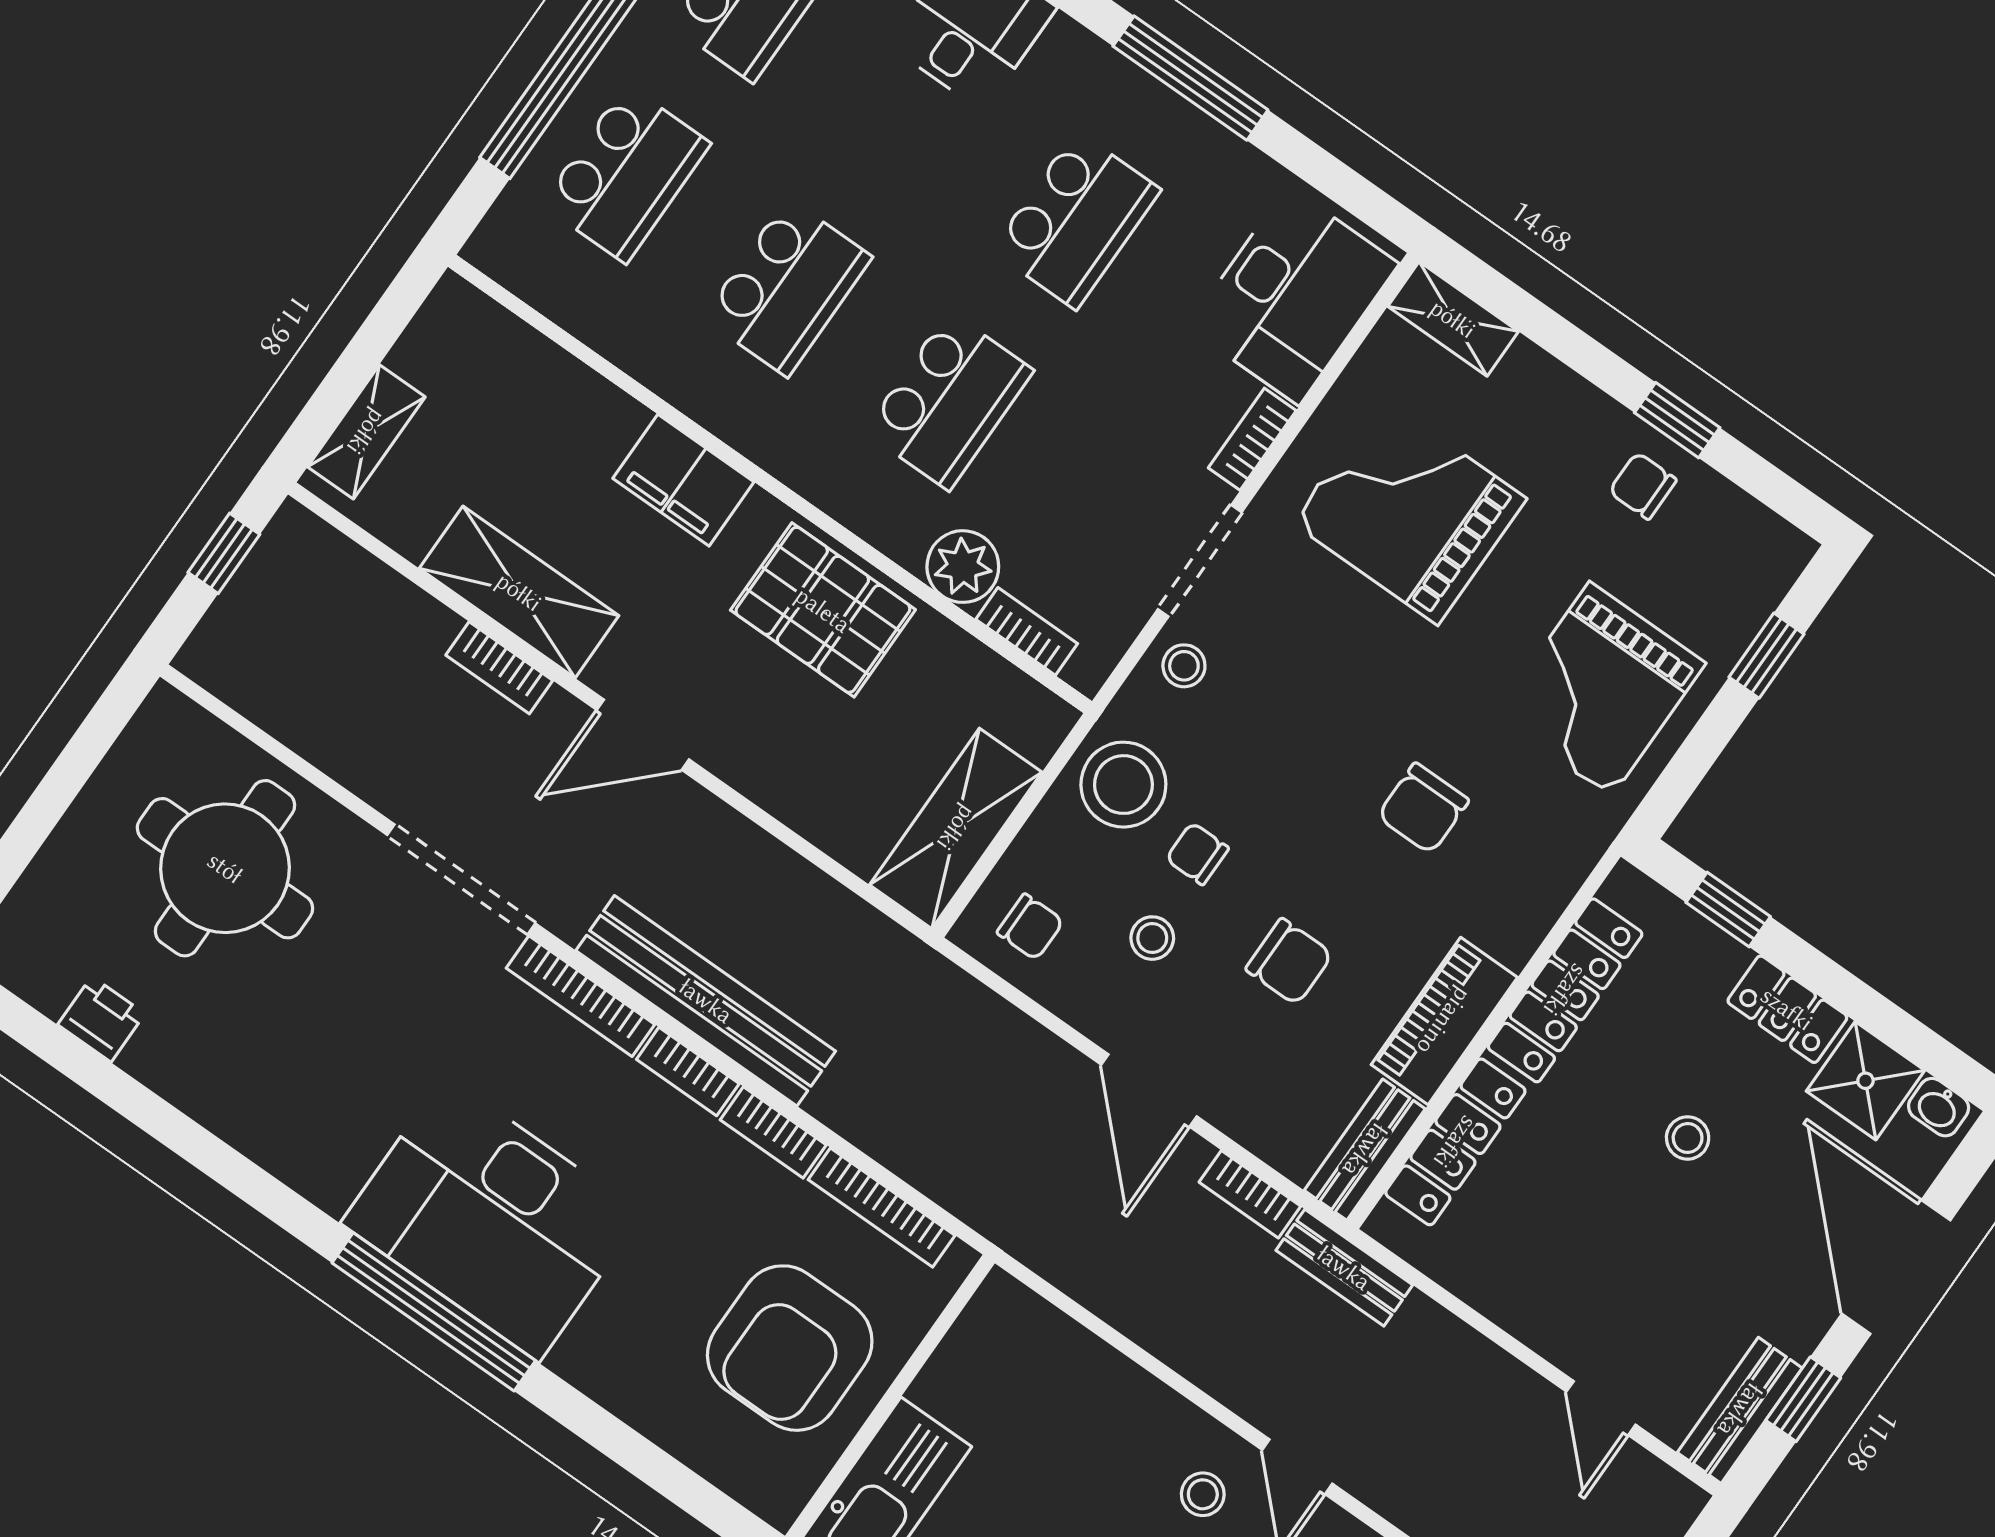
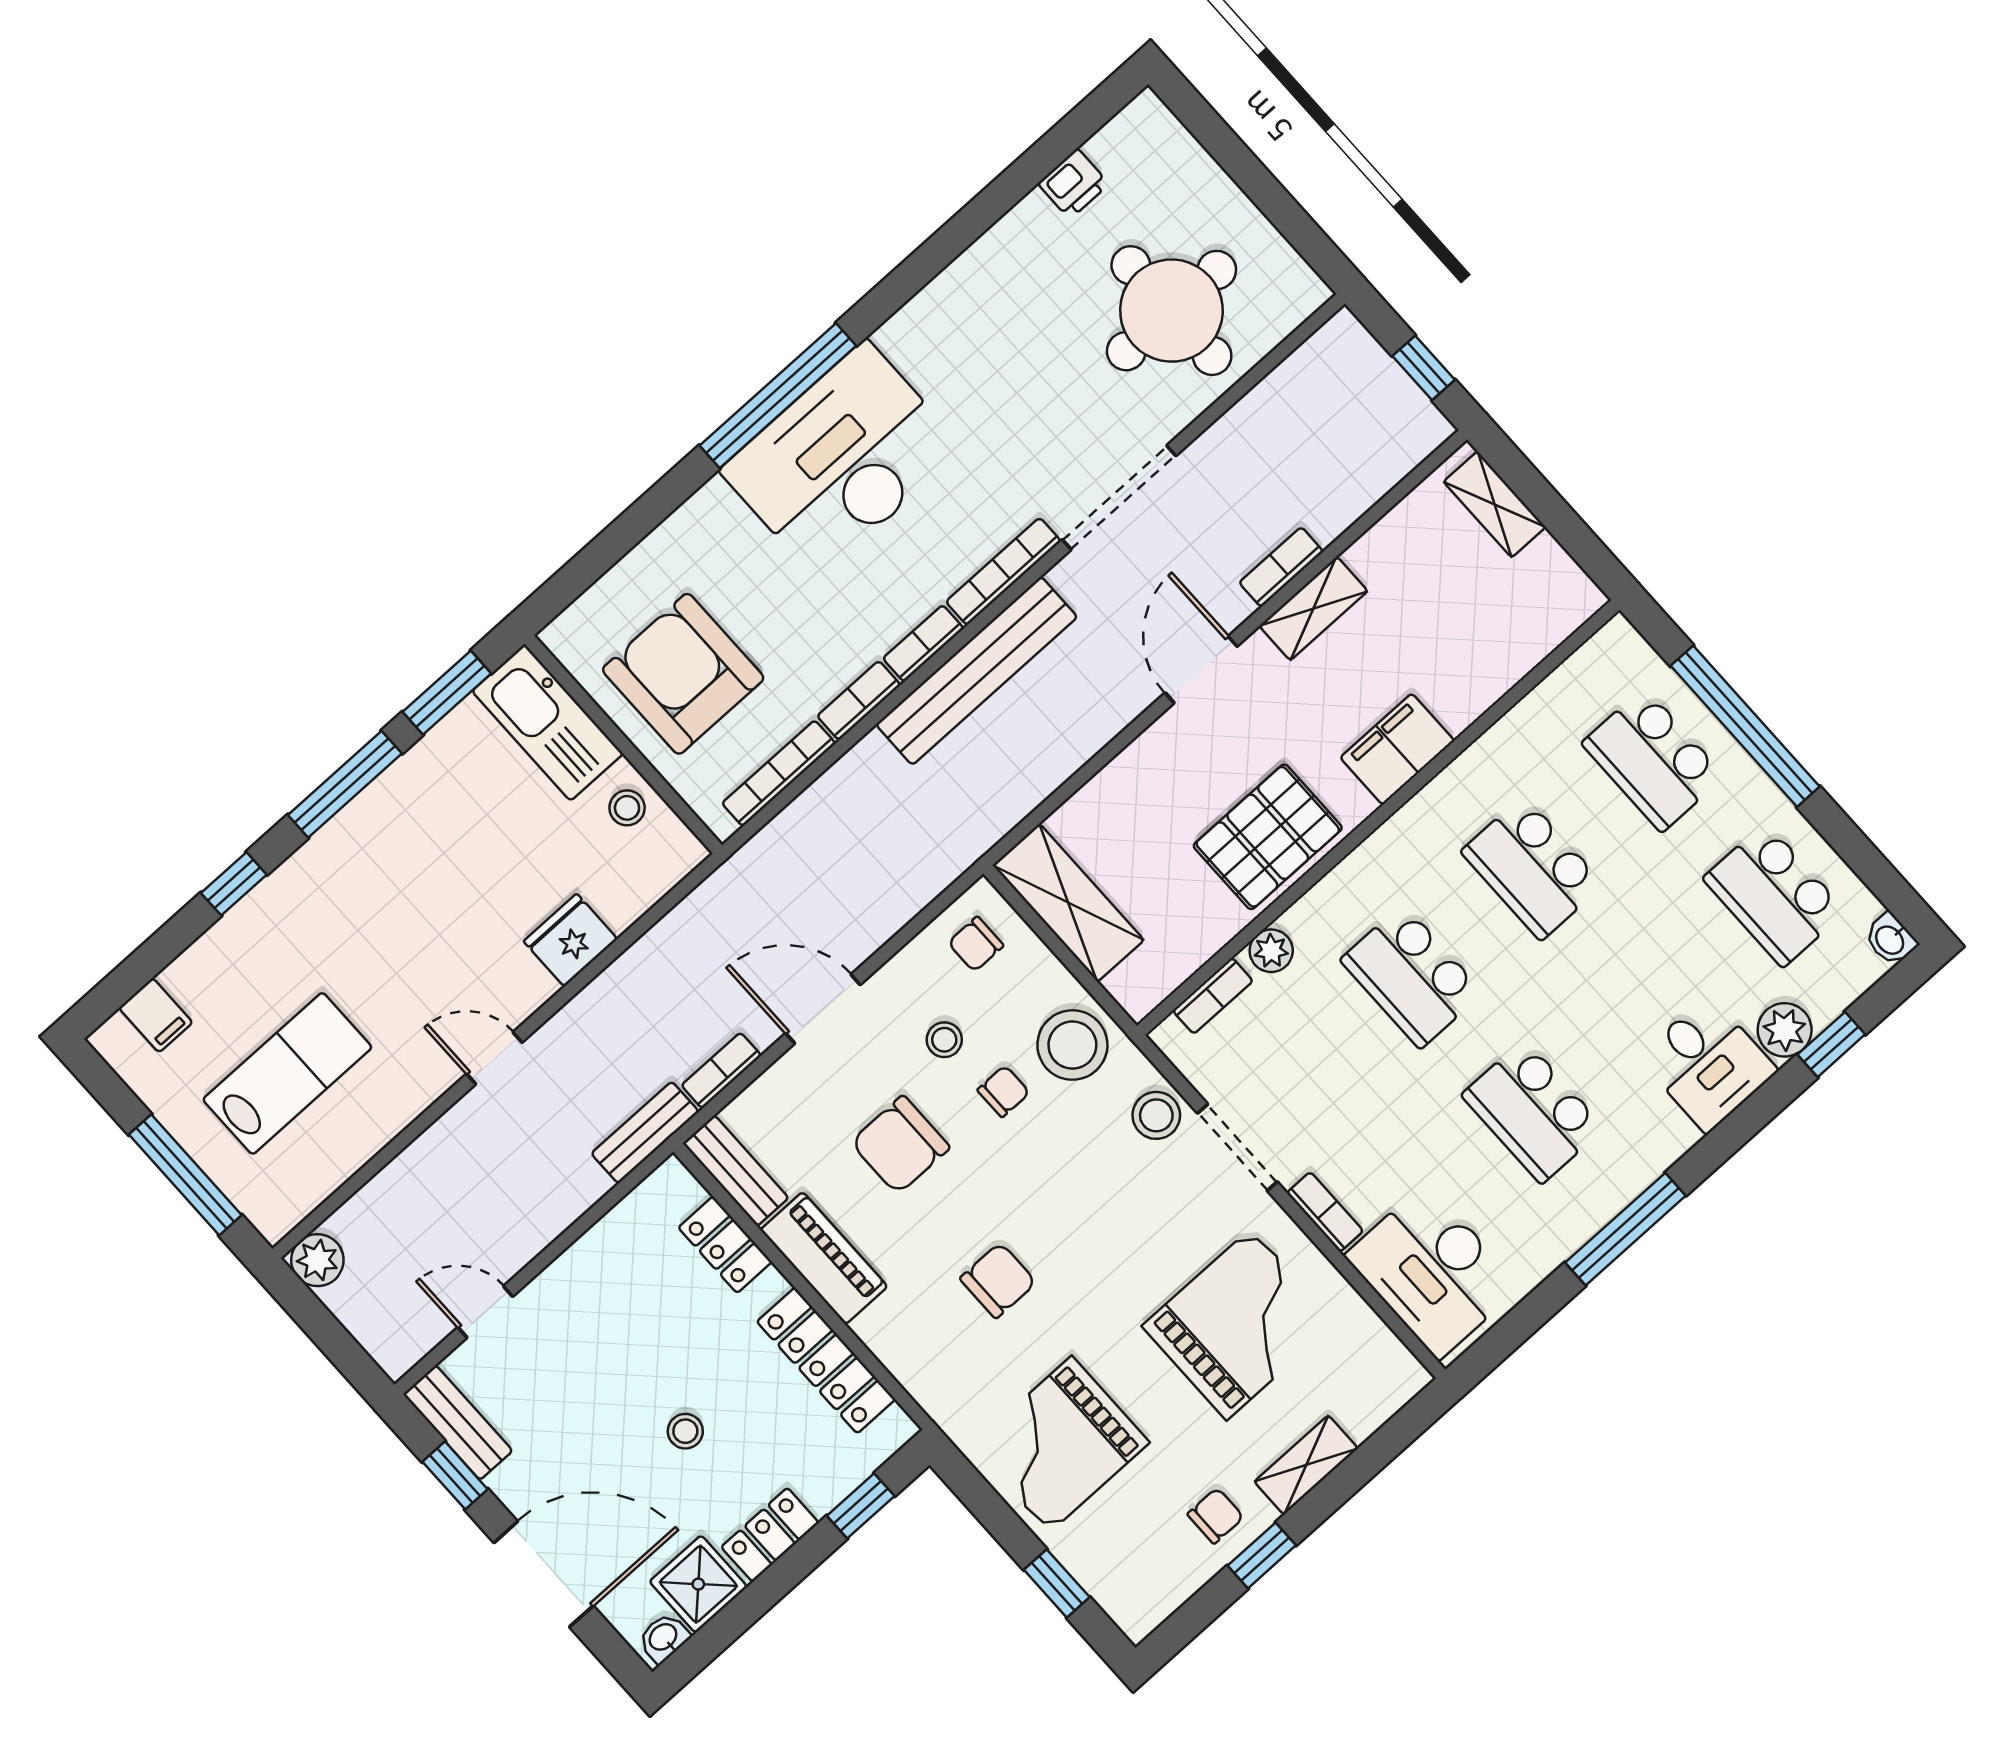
shelving: (1453, 319) -> (1306, 1465), moved
plant: (963, 567) -> (1271, 951), width x0.73, depth x0.73
shelving: (519, 592) -> (1314, 608), width x0.67, depth x0.75
stool: (1184, 666) -> (1156, 1115), width x1.37, depth x1.37
grand piano: (1600, 689) -> (1060, 1444), turned -90
chair: (1423, 808) -> (998, 1280), turned 90
chair: (1289, 962) -> (900, 1145), width x1.37, depth x1.37
locker: (1455, 1142) -> (725, 1245), width x0.66
fridge: (1136, 1409) -> (570, 940), added
stool: (1203, 1494) -> (627, 808), moved

